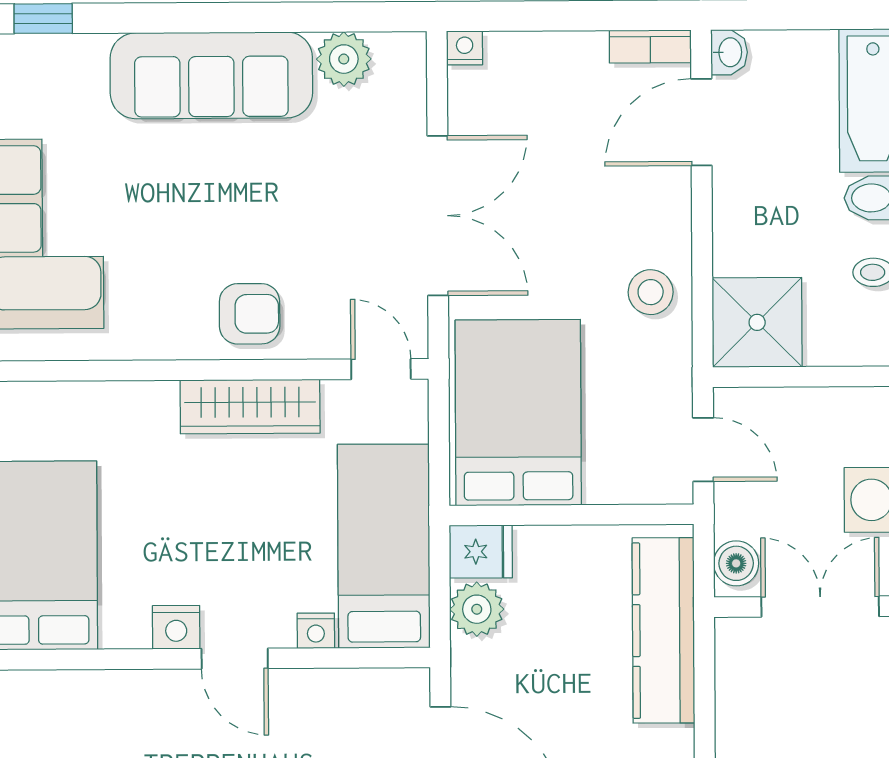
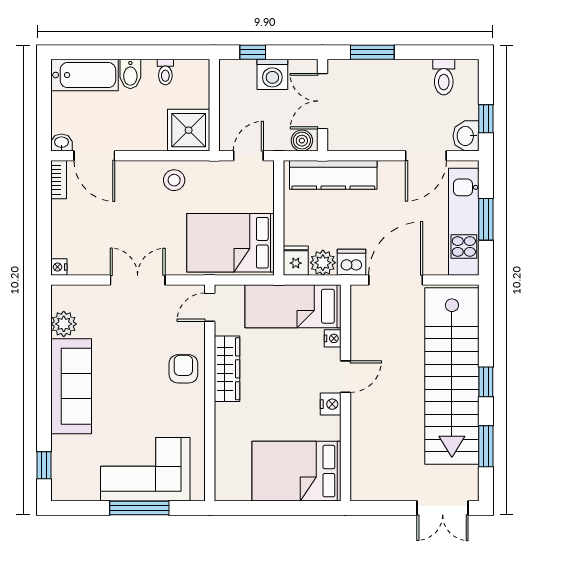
double door: (438, 216) -> (138, 280), width x0.73
dishwasher: (478, 670) -> (352, 262), added

